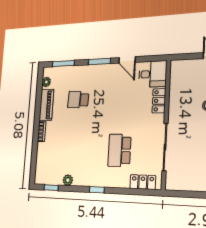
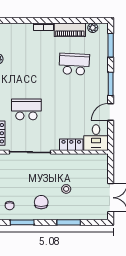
school desk: (78, 100) -> (74, 64), width x1.85

